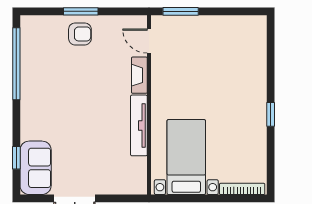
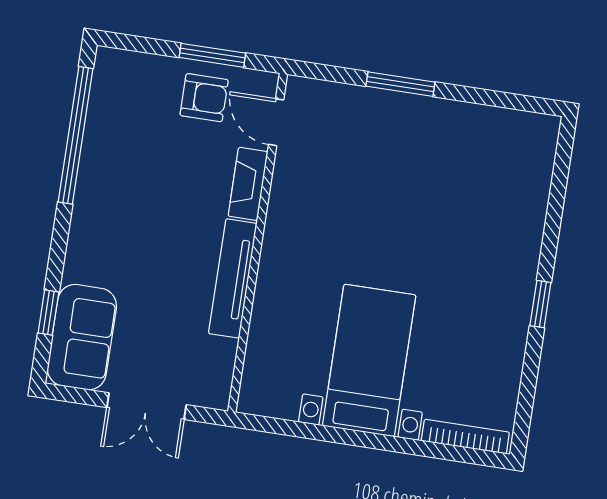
door: (149, 41) -> (276, 122), moved
fireplace: (139, 75) -> (248, 184), moved
wall: (149, 105) -> (258, 243), moved
tv unit: (139, 125) -> (233, 278), moved

